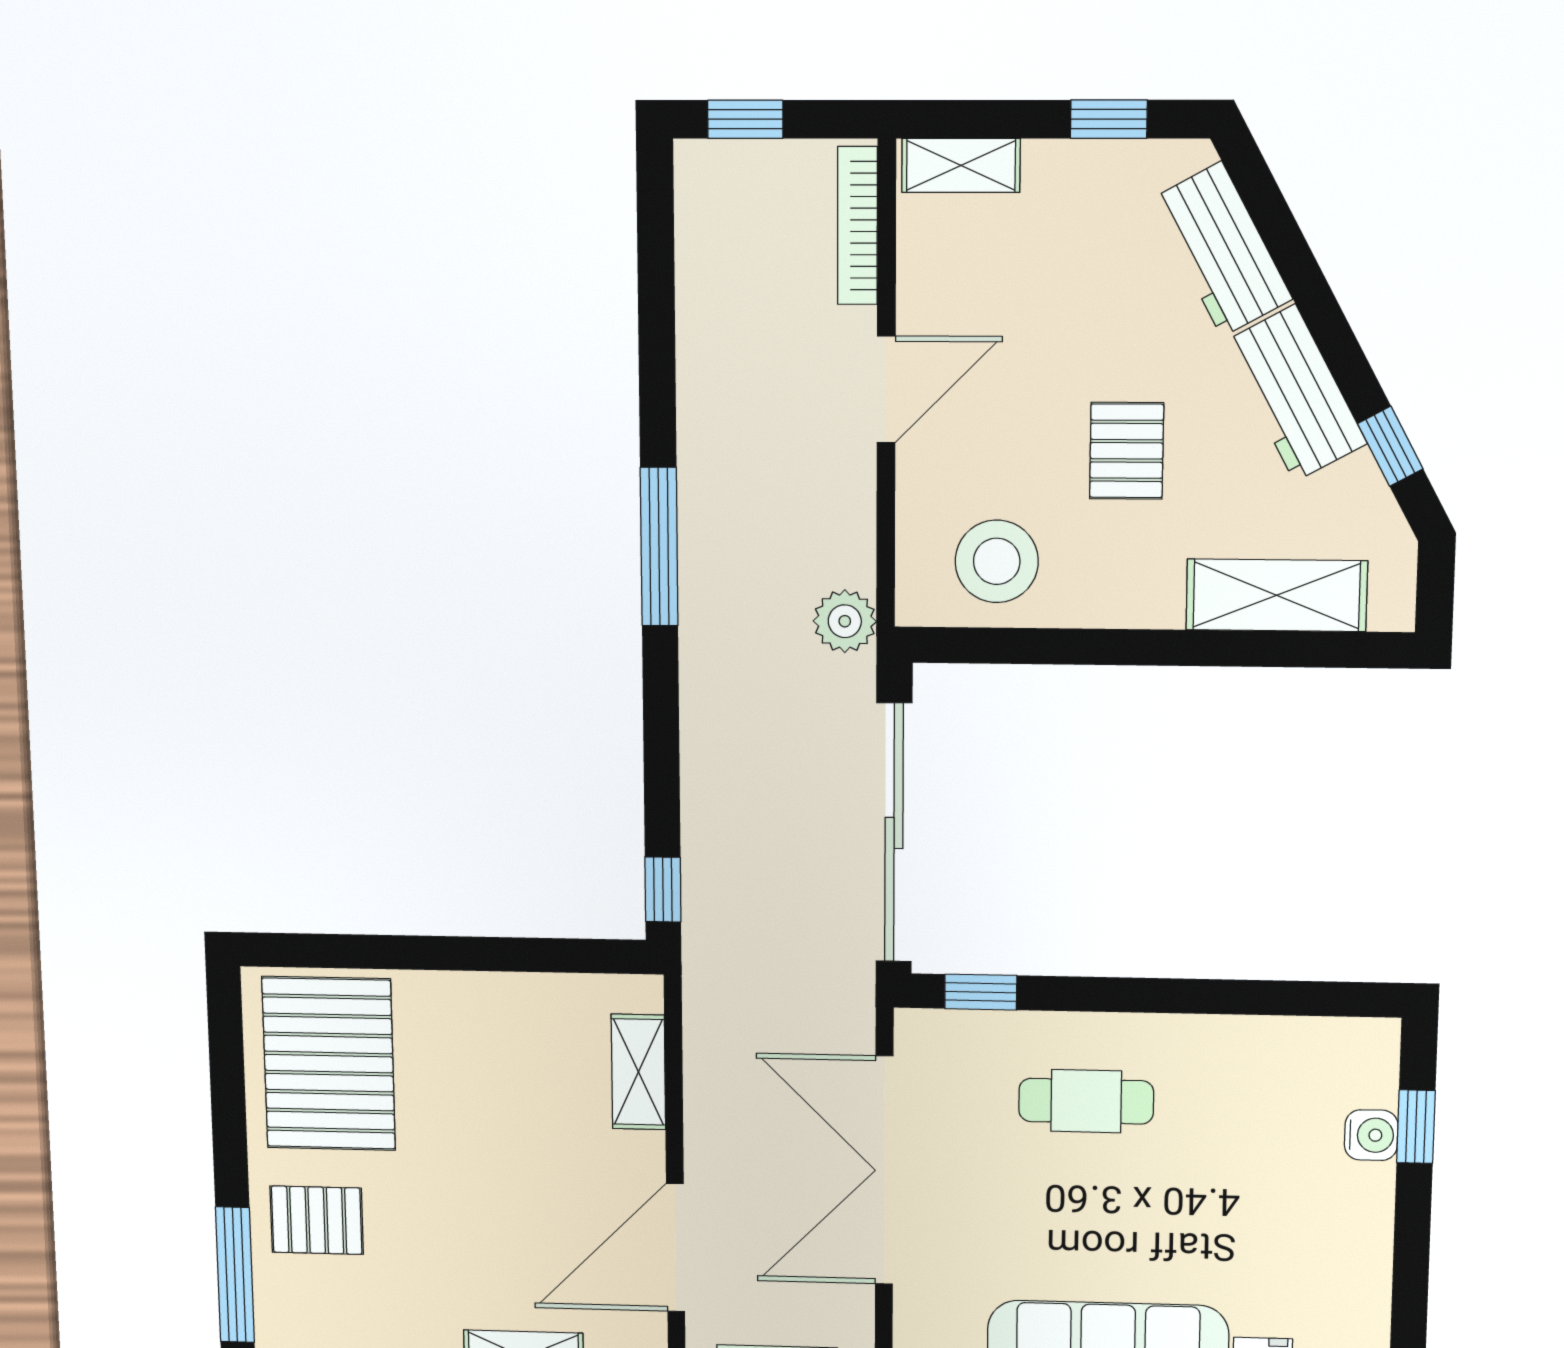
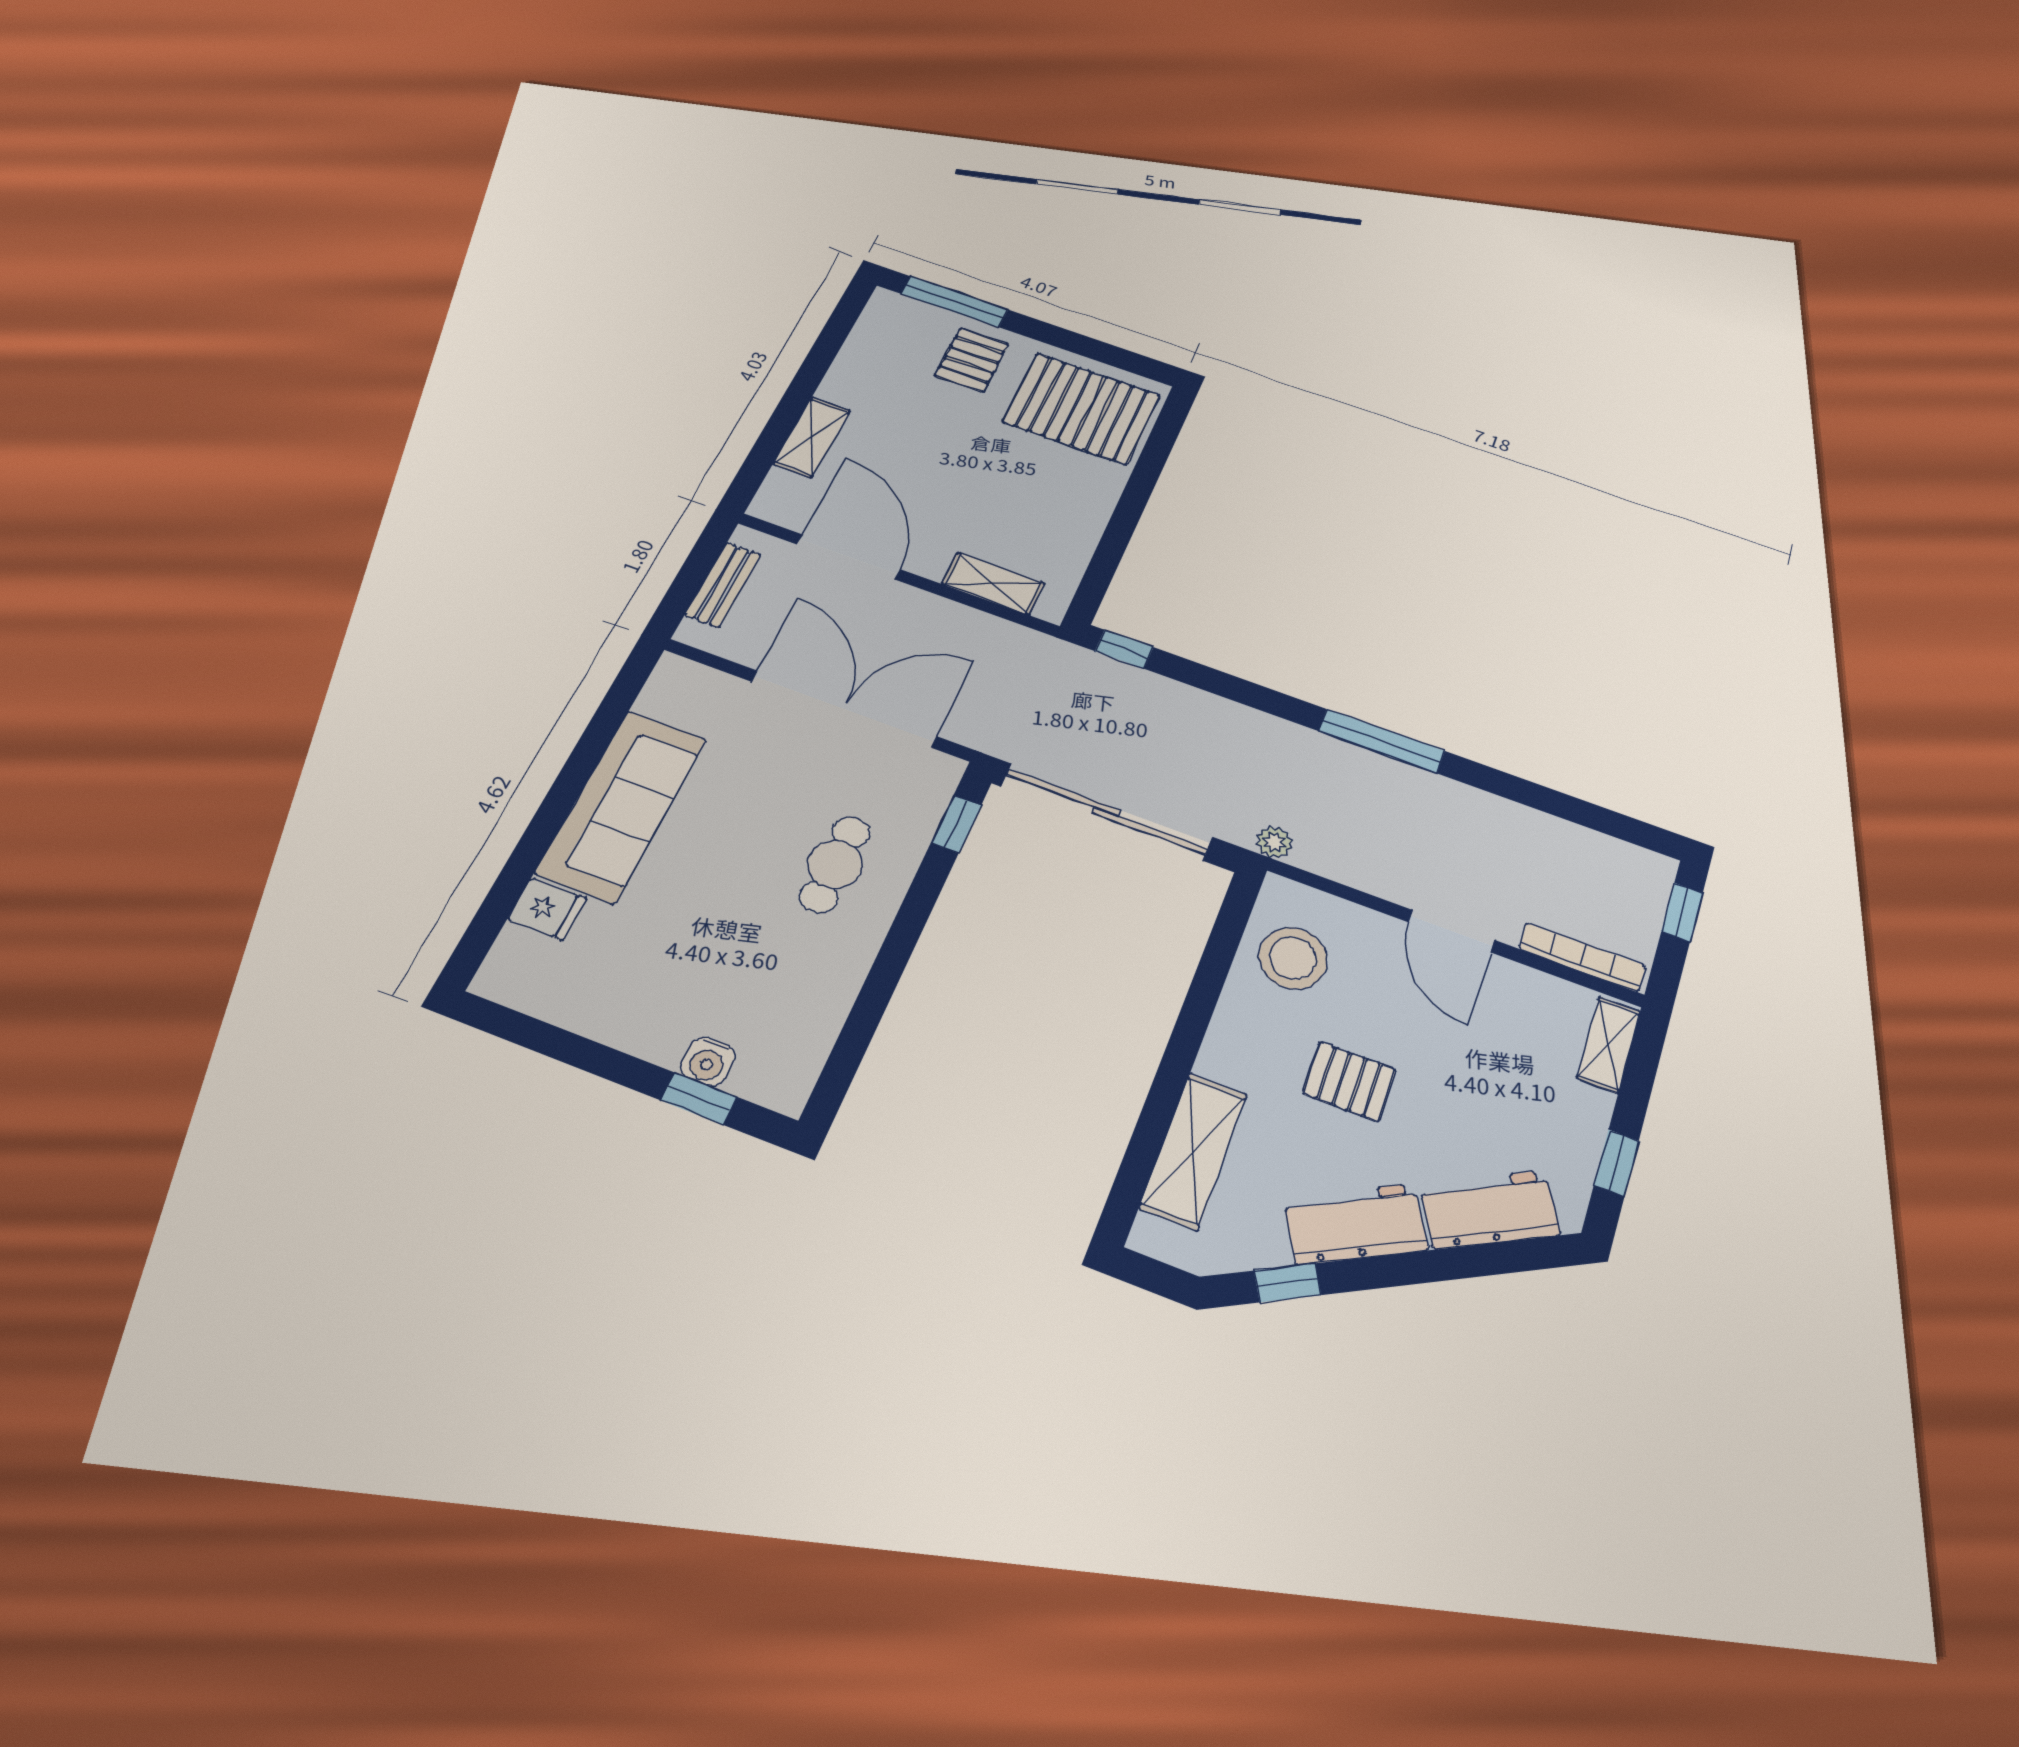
plant: (845, 621) -> (1274, 842), width x0.73, depth x0.73

